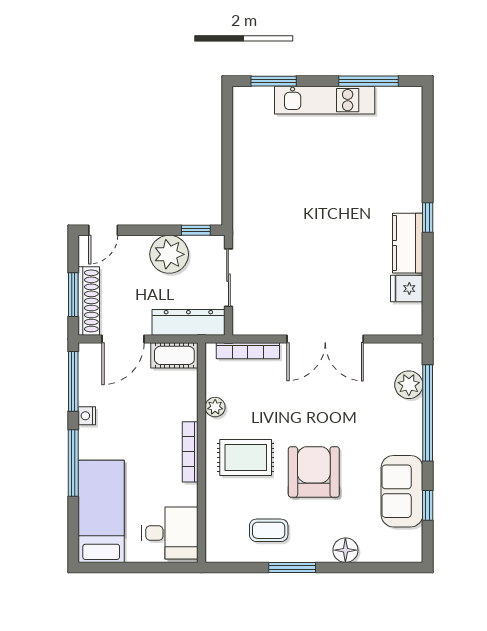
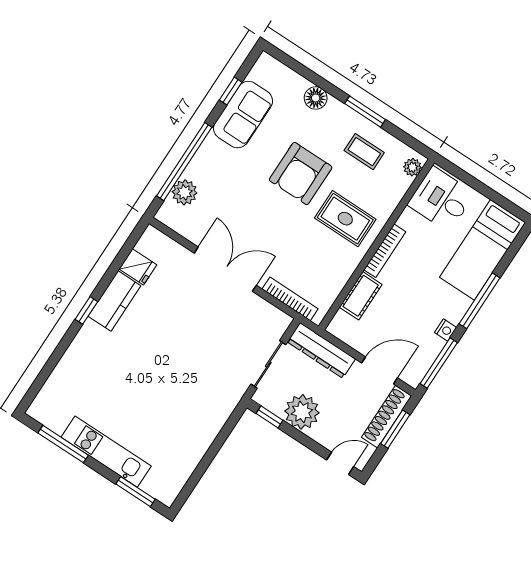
cot: (174, 355) -> (361, 296), moved, turned 90
plant: (215, 407) -> (412, 167), moved

